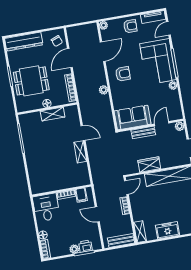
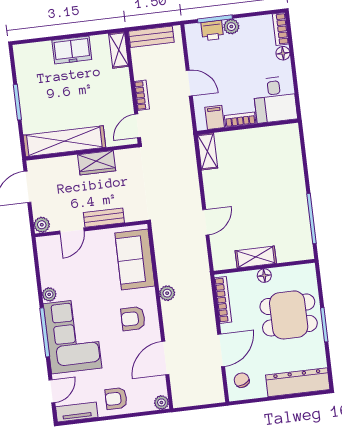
sofa: (133, 117) -> (135, 260), moved, turned 90
door: (83, 133) -> (206, 222), swing flipped
shelving: (80, 152) -> (207, 151), moved

